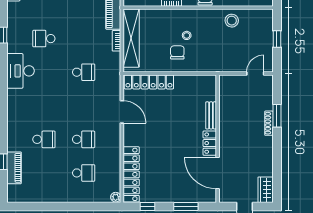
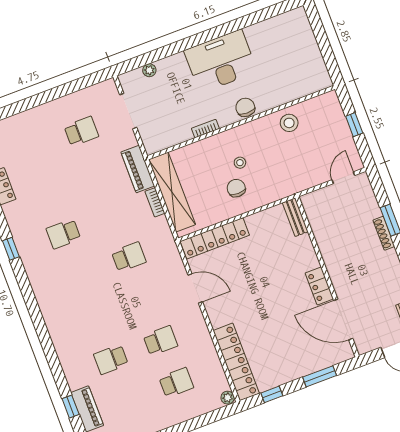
desk: (21, 71) -> (50, 285), removed
bench: (211, 115) -> (295, 217), moved
school desk: (44, 139) -> (111, 359), turned 180

